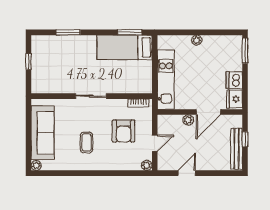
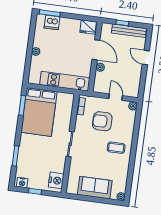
nightstand: (37, 45) -> (22, 183), added
bed: (125, 47) -> (39, 112), width x1.50
dishwasher: (234, 80) -> (52, 22), moved
nightstand: (45, 85) -> (56, 180), added
armchair: (124, 131) -> (102, 121), turned 180
sofa: (43, 133) -> (95, 188), width x0.73
coffee table: (87, 142) -> (116, 148), moved
door: (187, 173) -> (146, 58), moved

